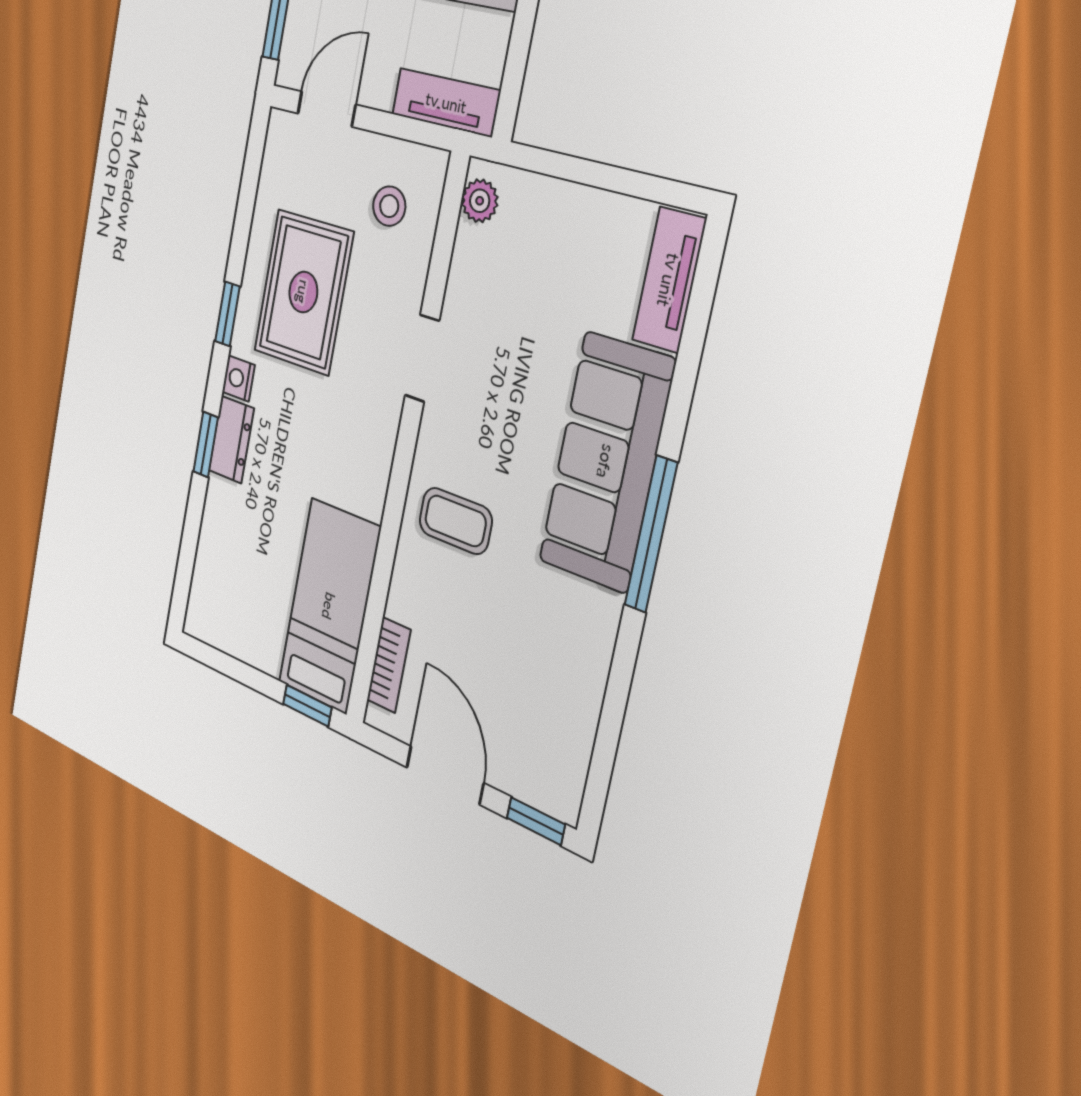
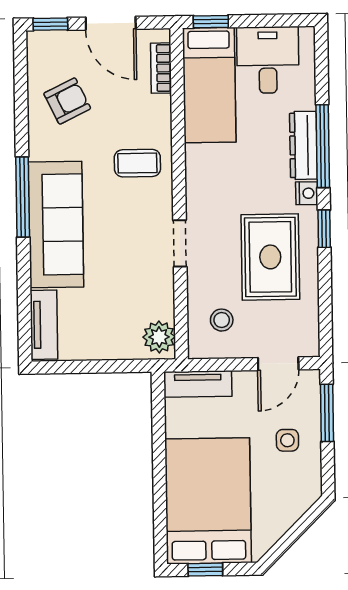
plant: (480, 201) -> (159, 337), width x1.38, depth x1.38
dresser: (231, 439) -> (303, 145), width x1.44
window: (206, 444) -> (323, 146), width x2.17
desk: (247, 609) -> (268, 60), added
armchair: (539, 676) -> (67, 101), added

